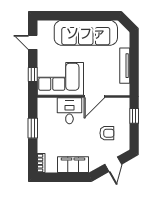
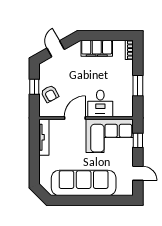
tv unit: (125, 66) -> (44, 137), moved
window: (134, 116) -> (34, 87), moved
armchair: (107, 133) -> (50, 94), moved, turned -118

